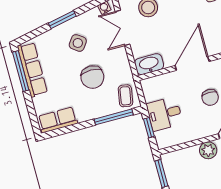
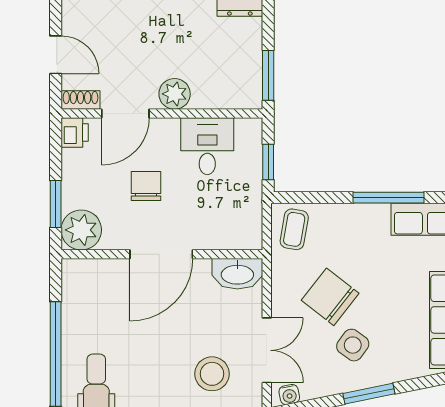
chair: (92, 77) -> (330, 297), moved, turned -52
desk: (165, 114) -> (207, 146), moved, turned -90
window: (114, 117) -> (388, 198), moved

